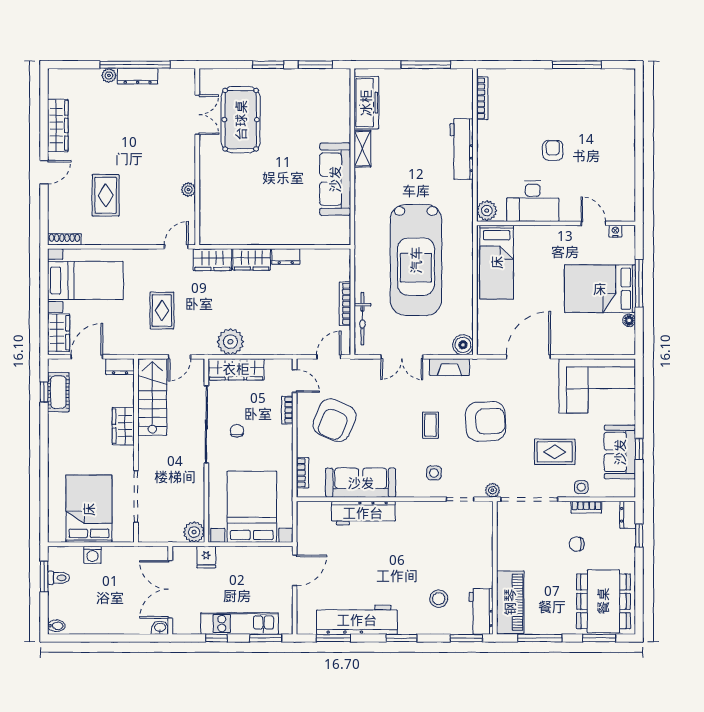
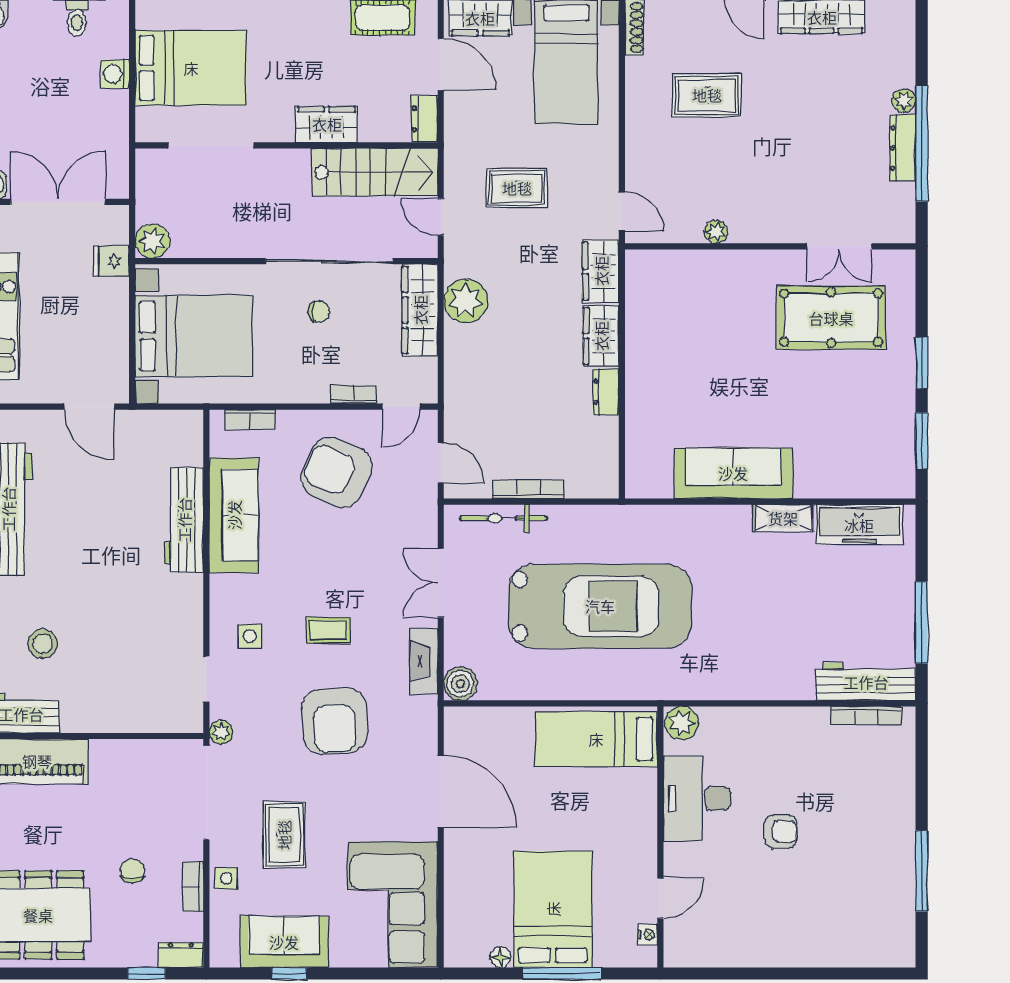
workbench: (462, 149) -> (866, 682), moved
car: (416, 260) -> (600, 606), turned 180

